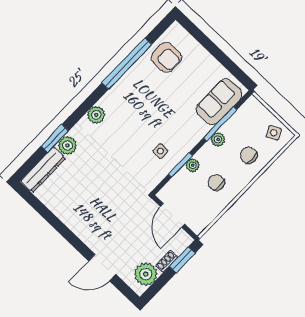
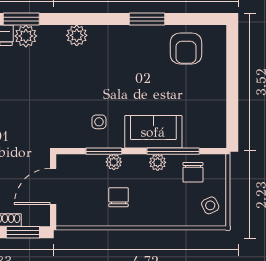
window: (127, 64) -> (147, 19), width x0.47
sofa: (219, 102) -> (153, 132), moved
chair: (249, 155) -> (193, 172), moved, turned 180

